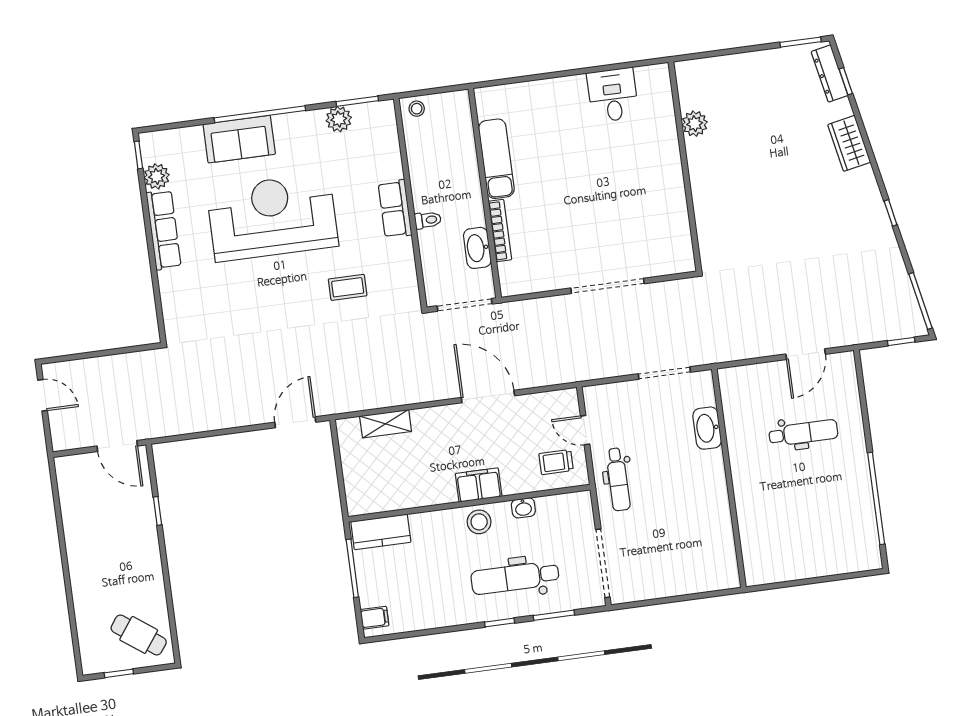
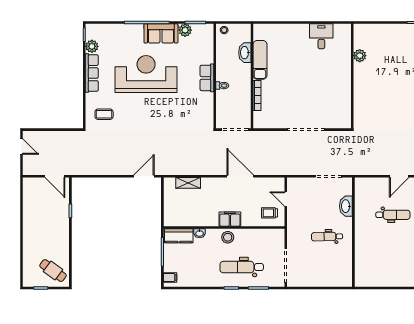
sofa: (239, 139) -> (161, 33), moved
washbasin: (477, 248) -> (245, 53), moved
coffee table: (348, 287) -> (104, 114), moved
dental chair: (618, 479) -> (327, 237), moved, turned 89
washbasin: (523, 508) -> (200, 233), moved

